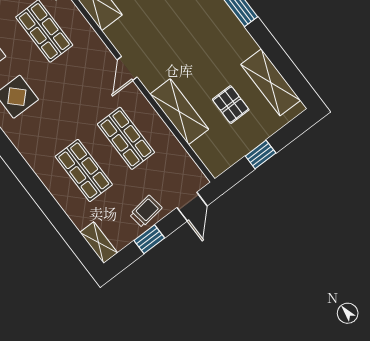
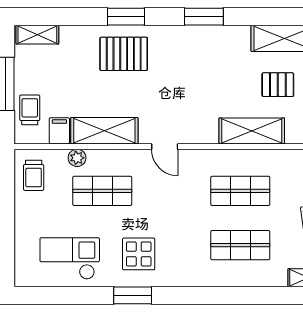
door: (127, 68) -> (165, 147), moved

